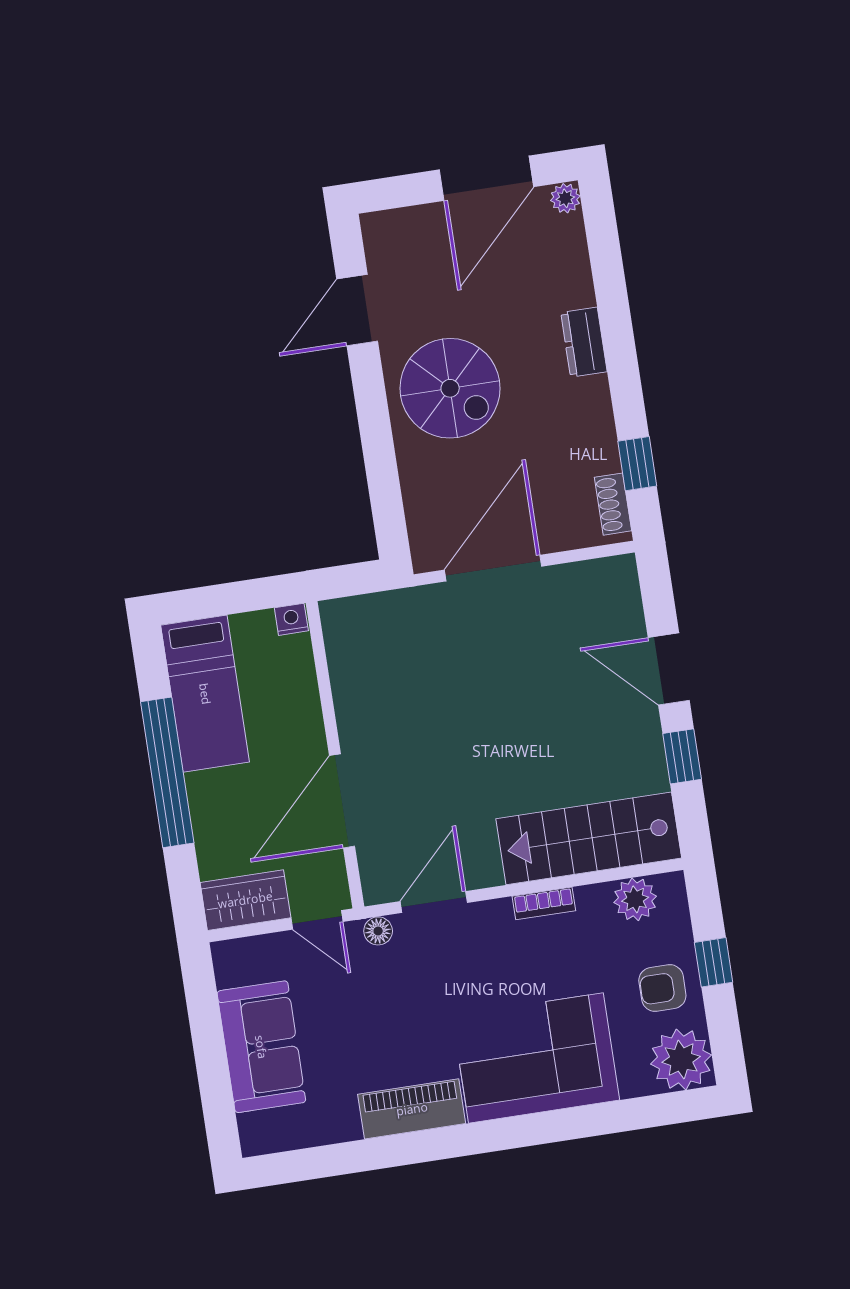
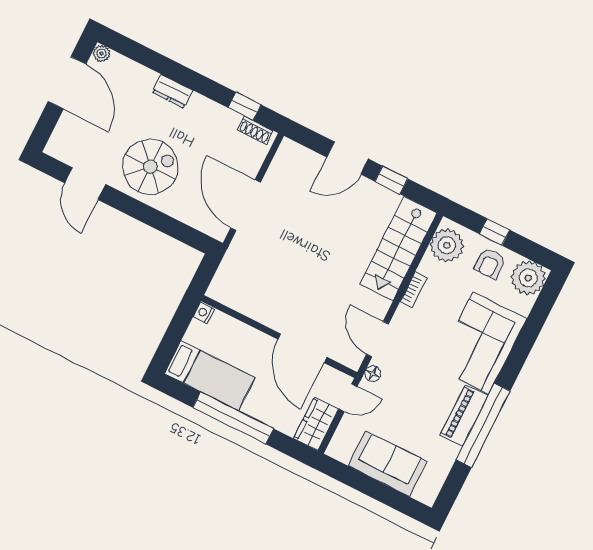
plant: (635, 899) -> (447, 245), width x1.36, depth x1.36
window: (417, 1147) -> (483, 425), added

